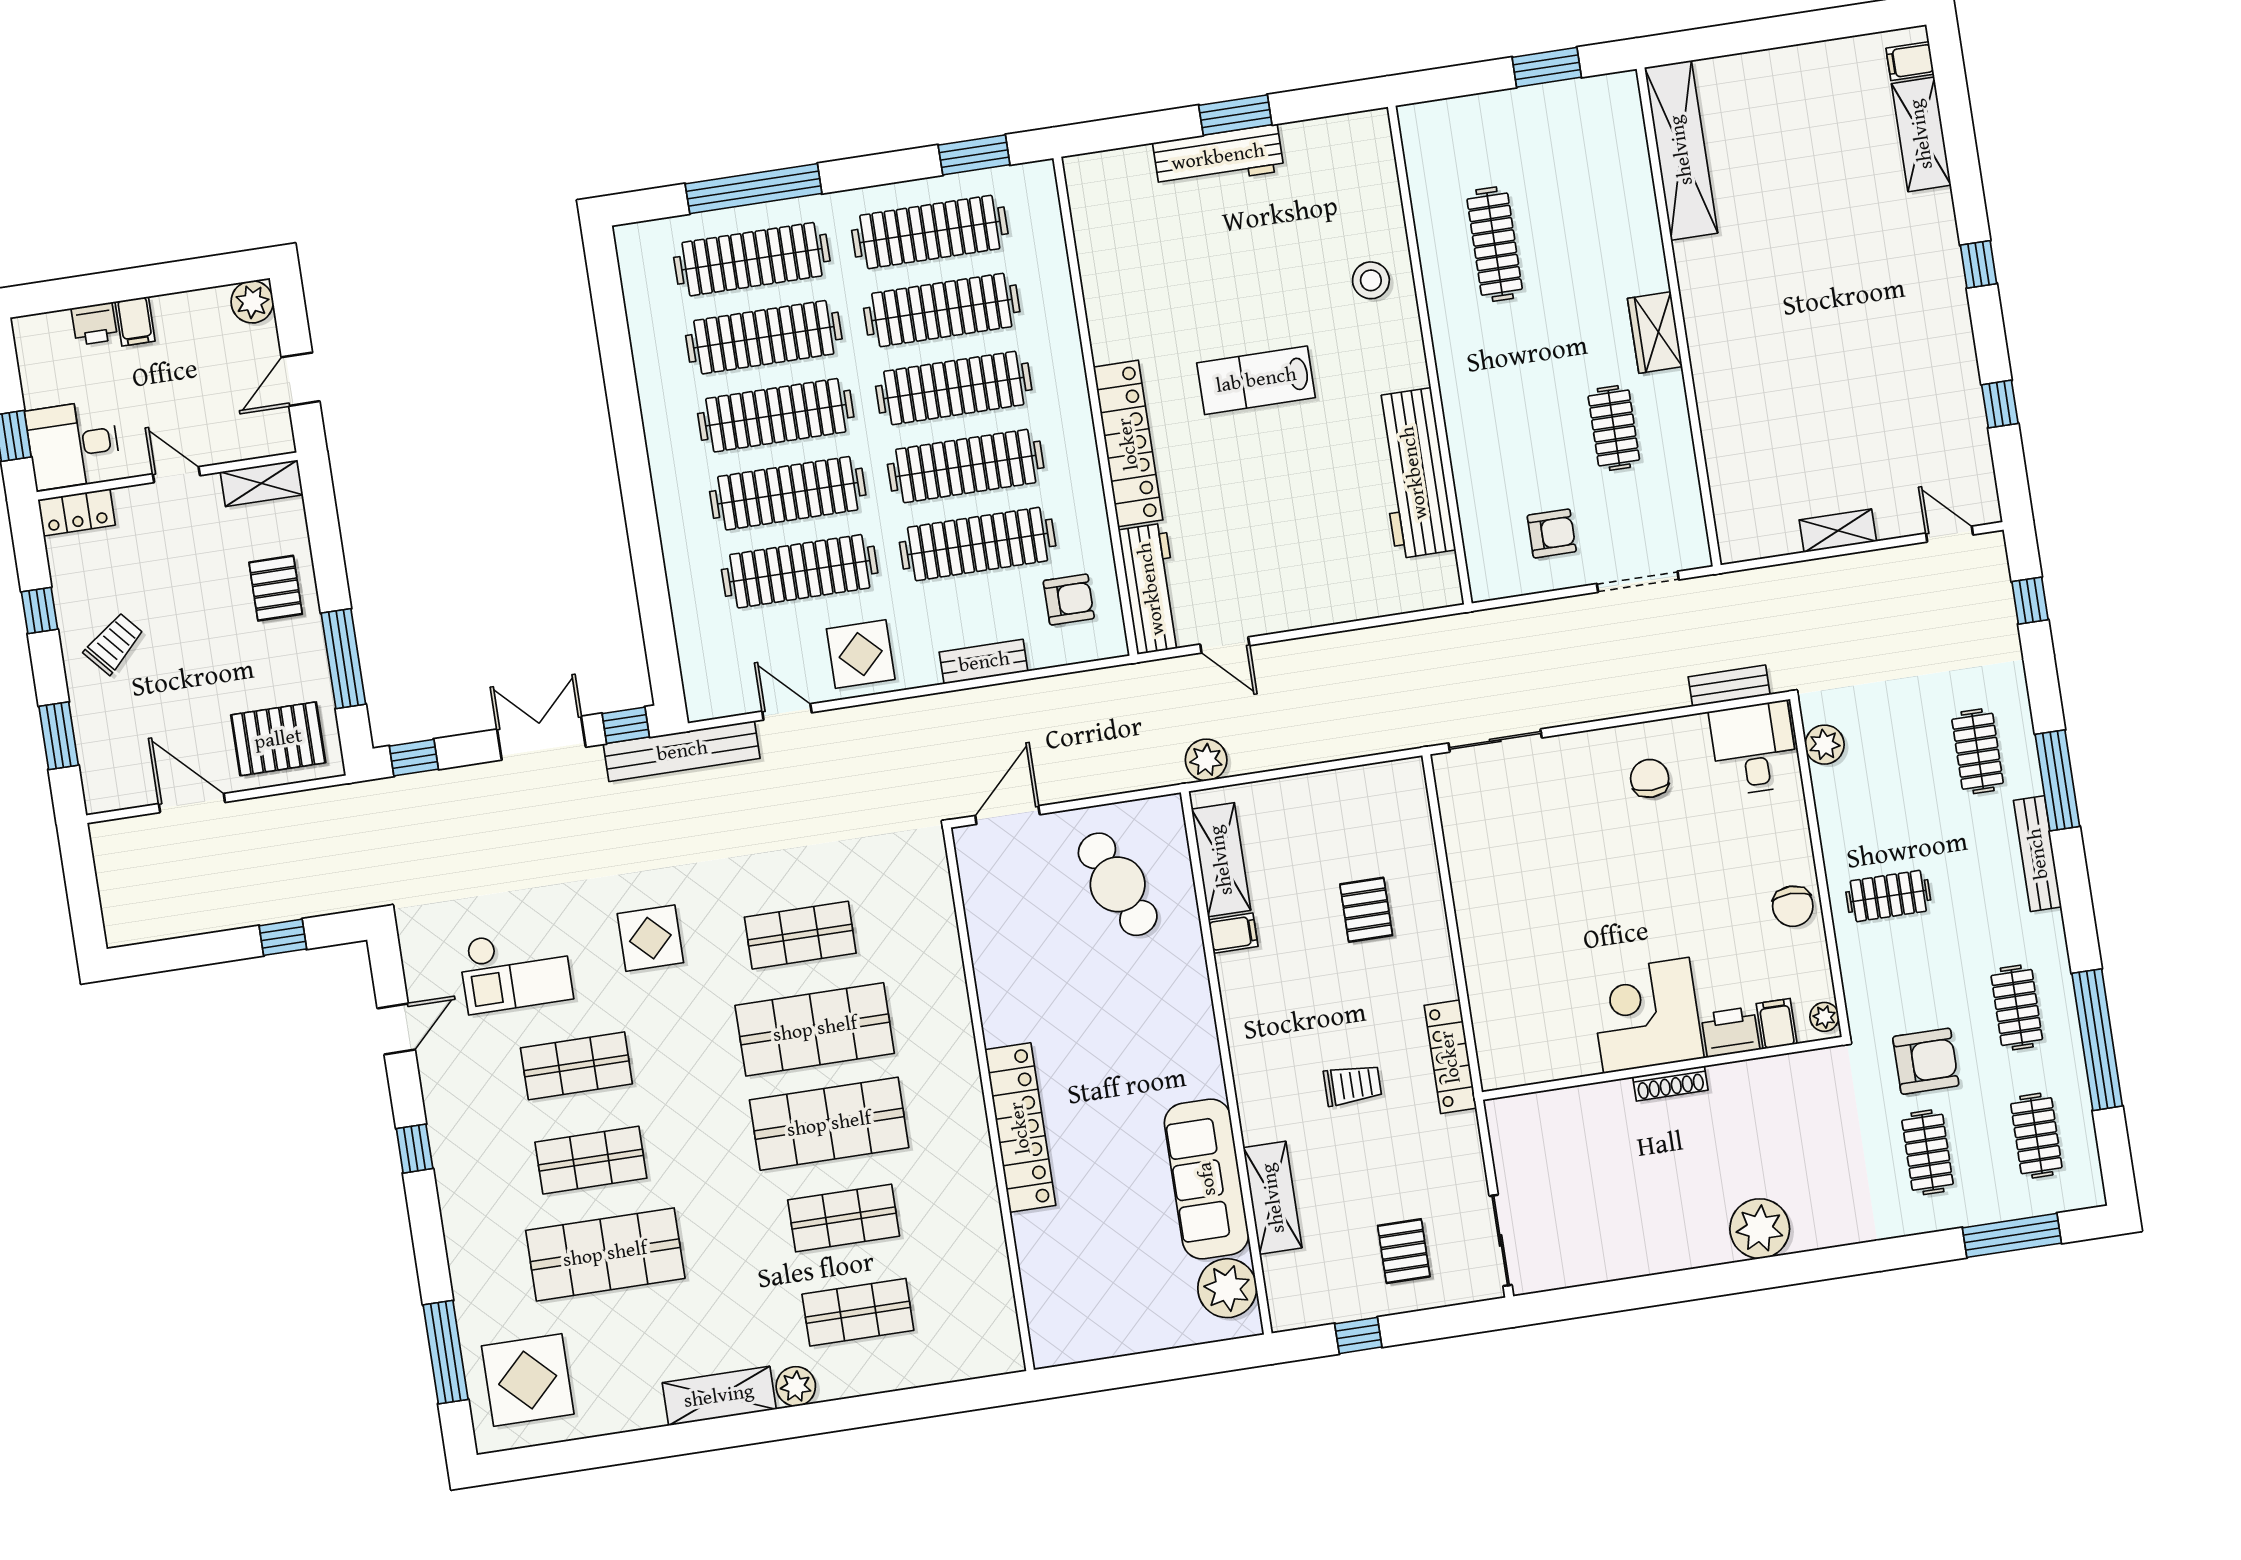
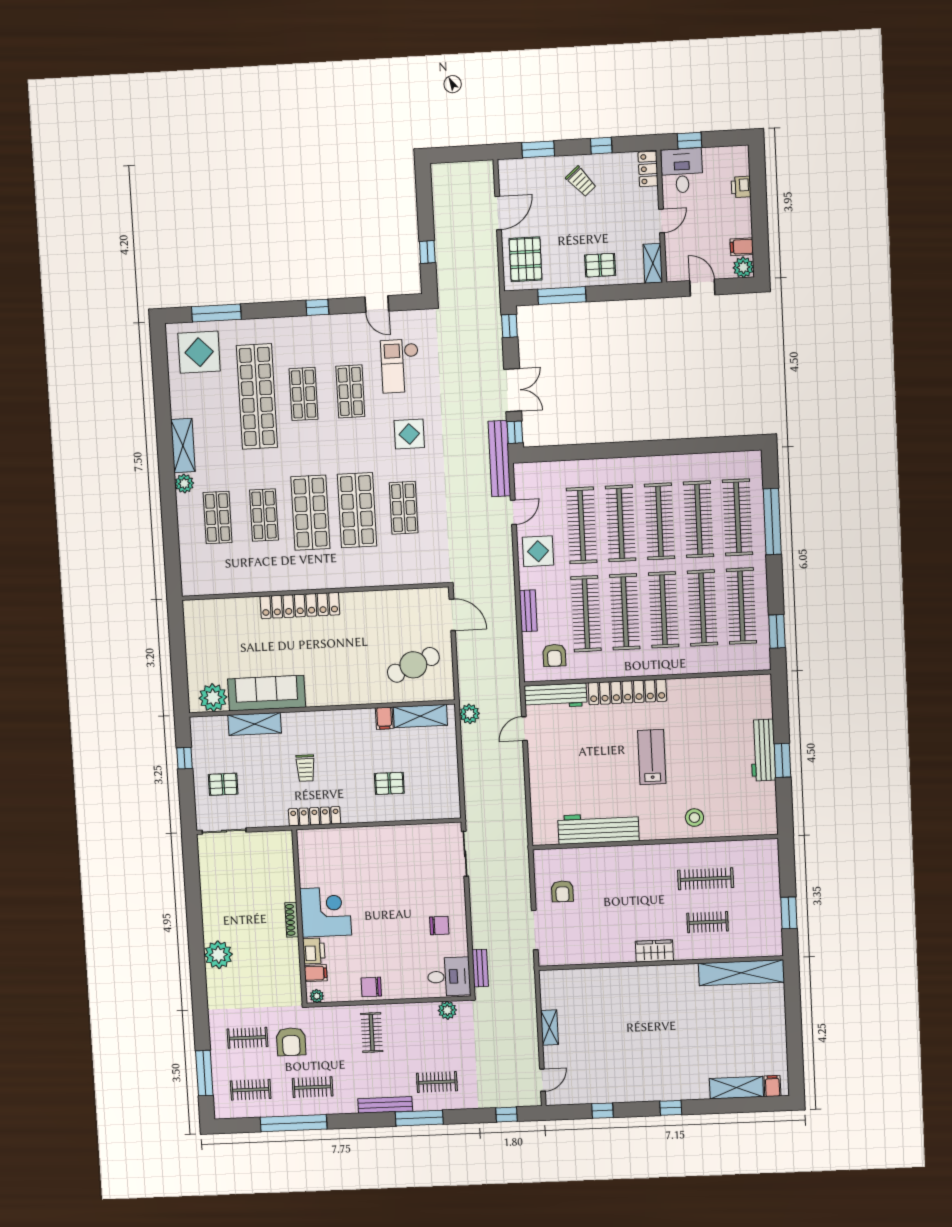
filing cabinet: (135, 321) -> (742, 247), moved
clothes rail: (1614, 428) -> (708, 922), moved
shop shelf: (605, 1254) -> (257, 397), width x1.40

